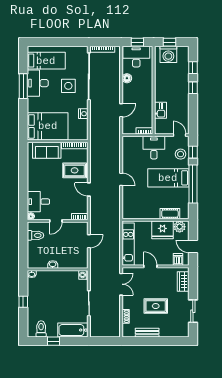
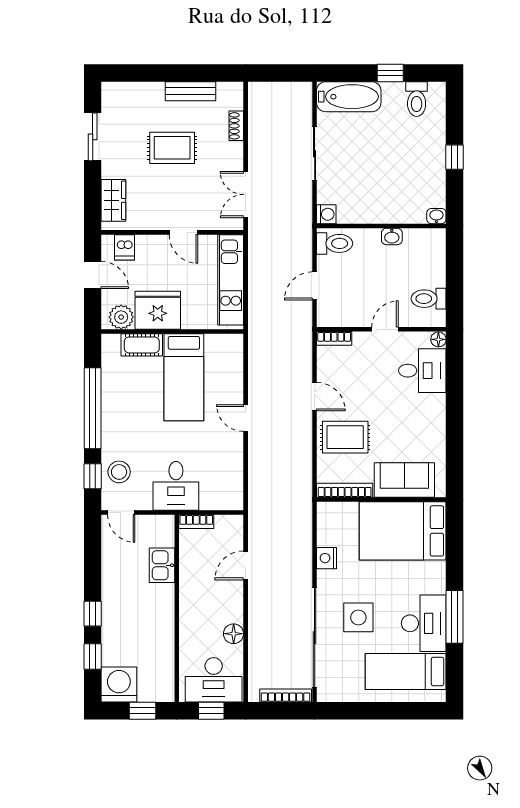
washing machine: (168, 54) -> (119, 684), moved
bed: (168, 178) -> (184, 377), moved, turned 90
toilet: (79, 261) -> (335, 243), added

